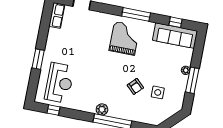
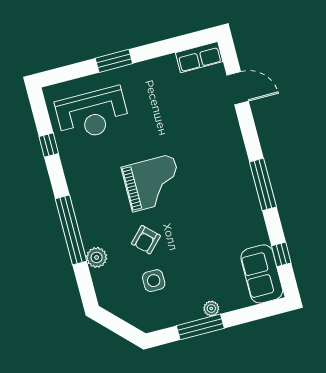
sofa: (175, 36) -> (262, 274), width x0.73
grand piano: (124, 38) -> (153, 183), moved
plant: (102, 109) -> (97, 257), moved
window: (54, 110) -> (49, 145), moved

